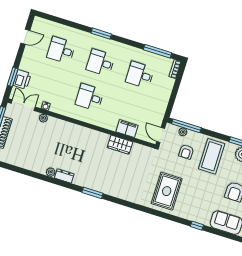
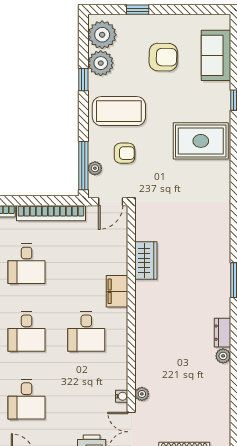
bookcase: (165, 98) -> (51, 213), added
filing cabinet: (127, 129) -> (117, 291), moved
rug: (167, 191) -> (201, 141), moved

